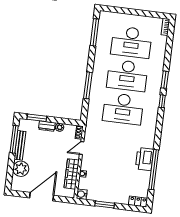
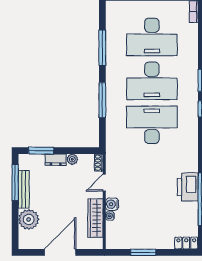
window: (94, 32) -> (102, 48), moved
desk: (123, 109) -> (152, 125), turned 180
water cooler: (82, 194) -> (112, 204), moved

